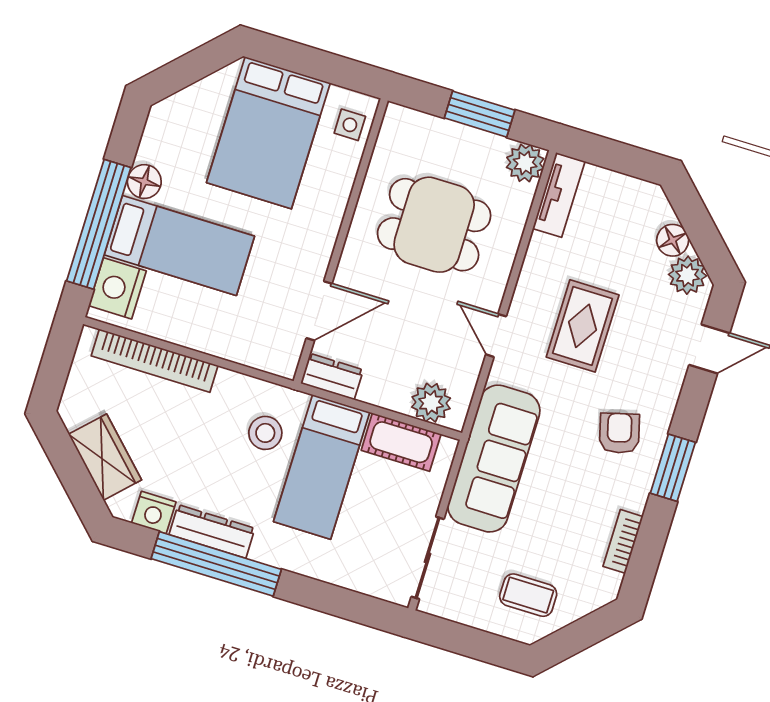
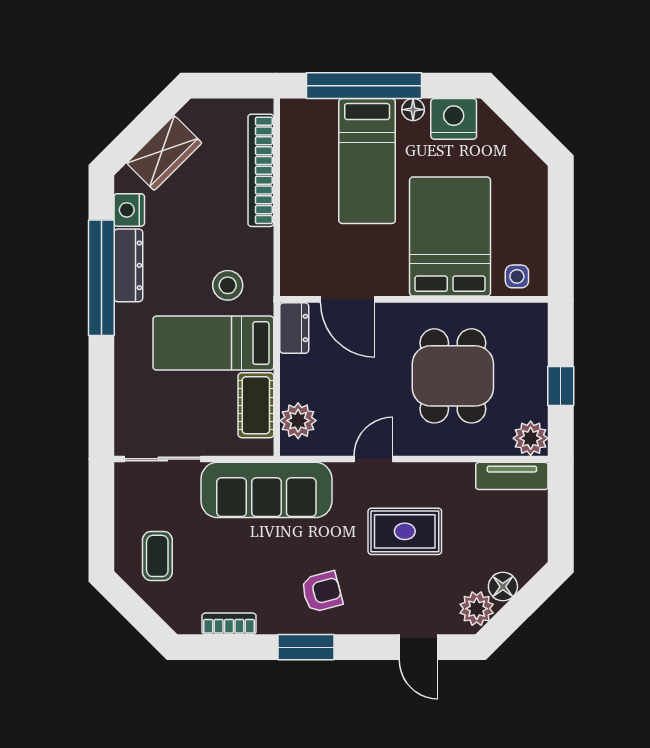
window: (480, 114) -> (561, 386), width x0.67
bed: (268, 133) -> (450, 237), moved, turned 90
floor lamp: (144, 182) -> (413, 110), width x0.73, depth x0.73
nightstand: (117, 288) -> (454, 119), moved

